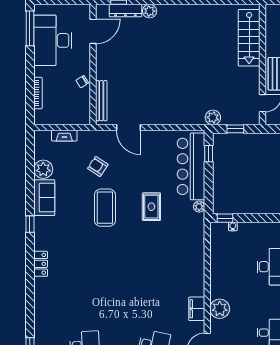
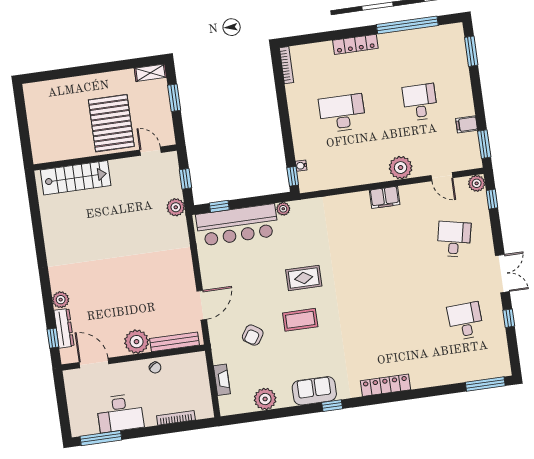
desk: (53, 40) -> (120, 413), width x0.73, depth x0.77
plant: (106, 69) -> (137, 342), added
sofa: (44, 198) -> (314, 391), moved
rug: (151, 207) -> (304, 278), moved
coffee table: (105, 208) -> (300, 320), width x0.73, depth x0.76
locker: (41, 264) -> (385, 385), width x1.53
filing cabinet: (197, 309) -> (385, 197), moved

